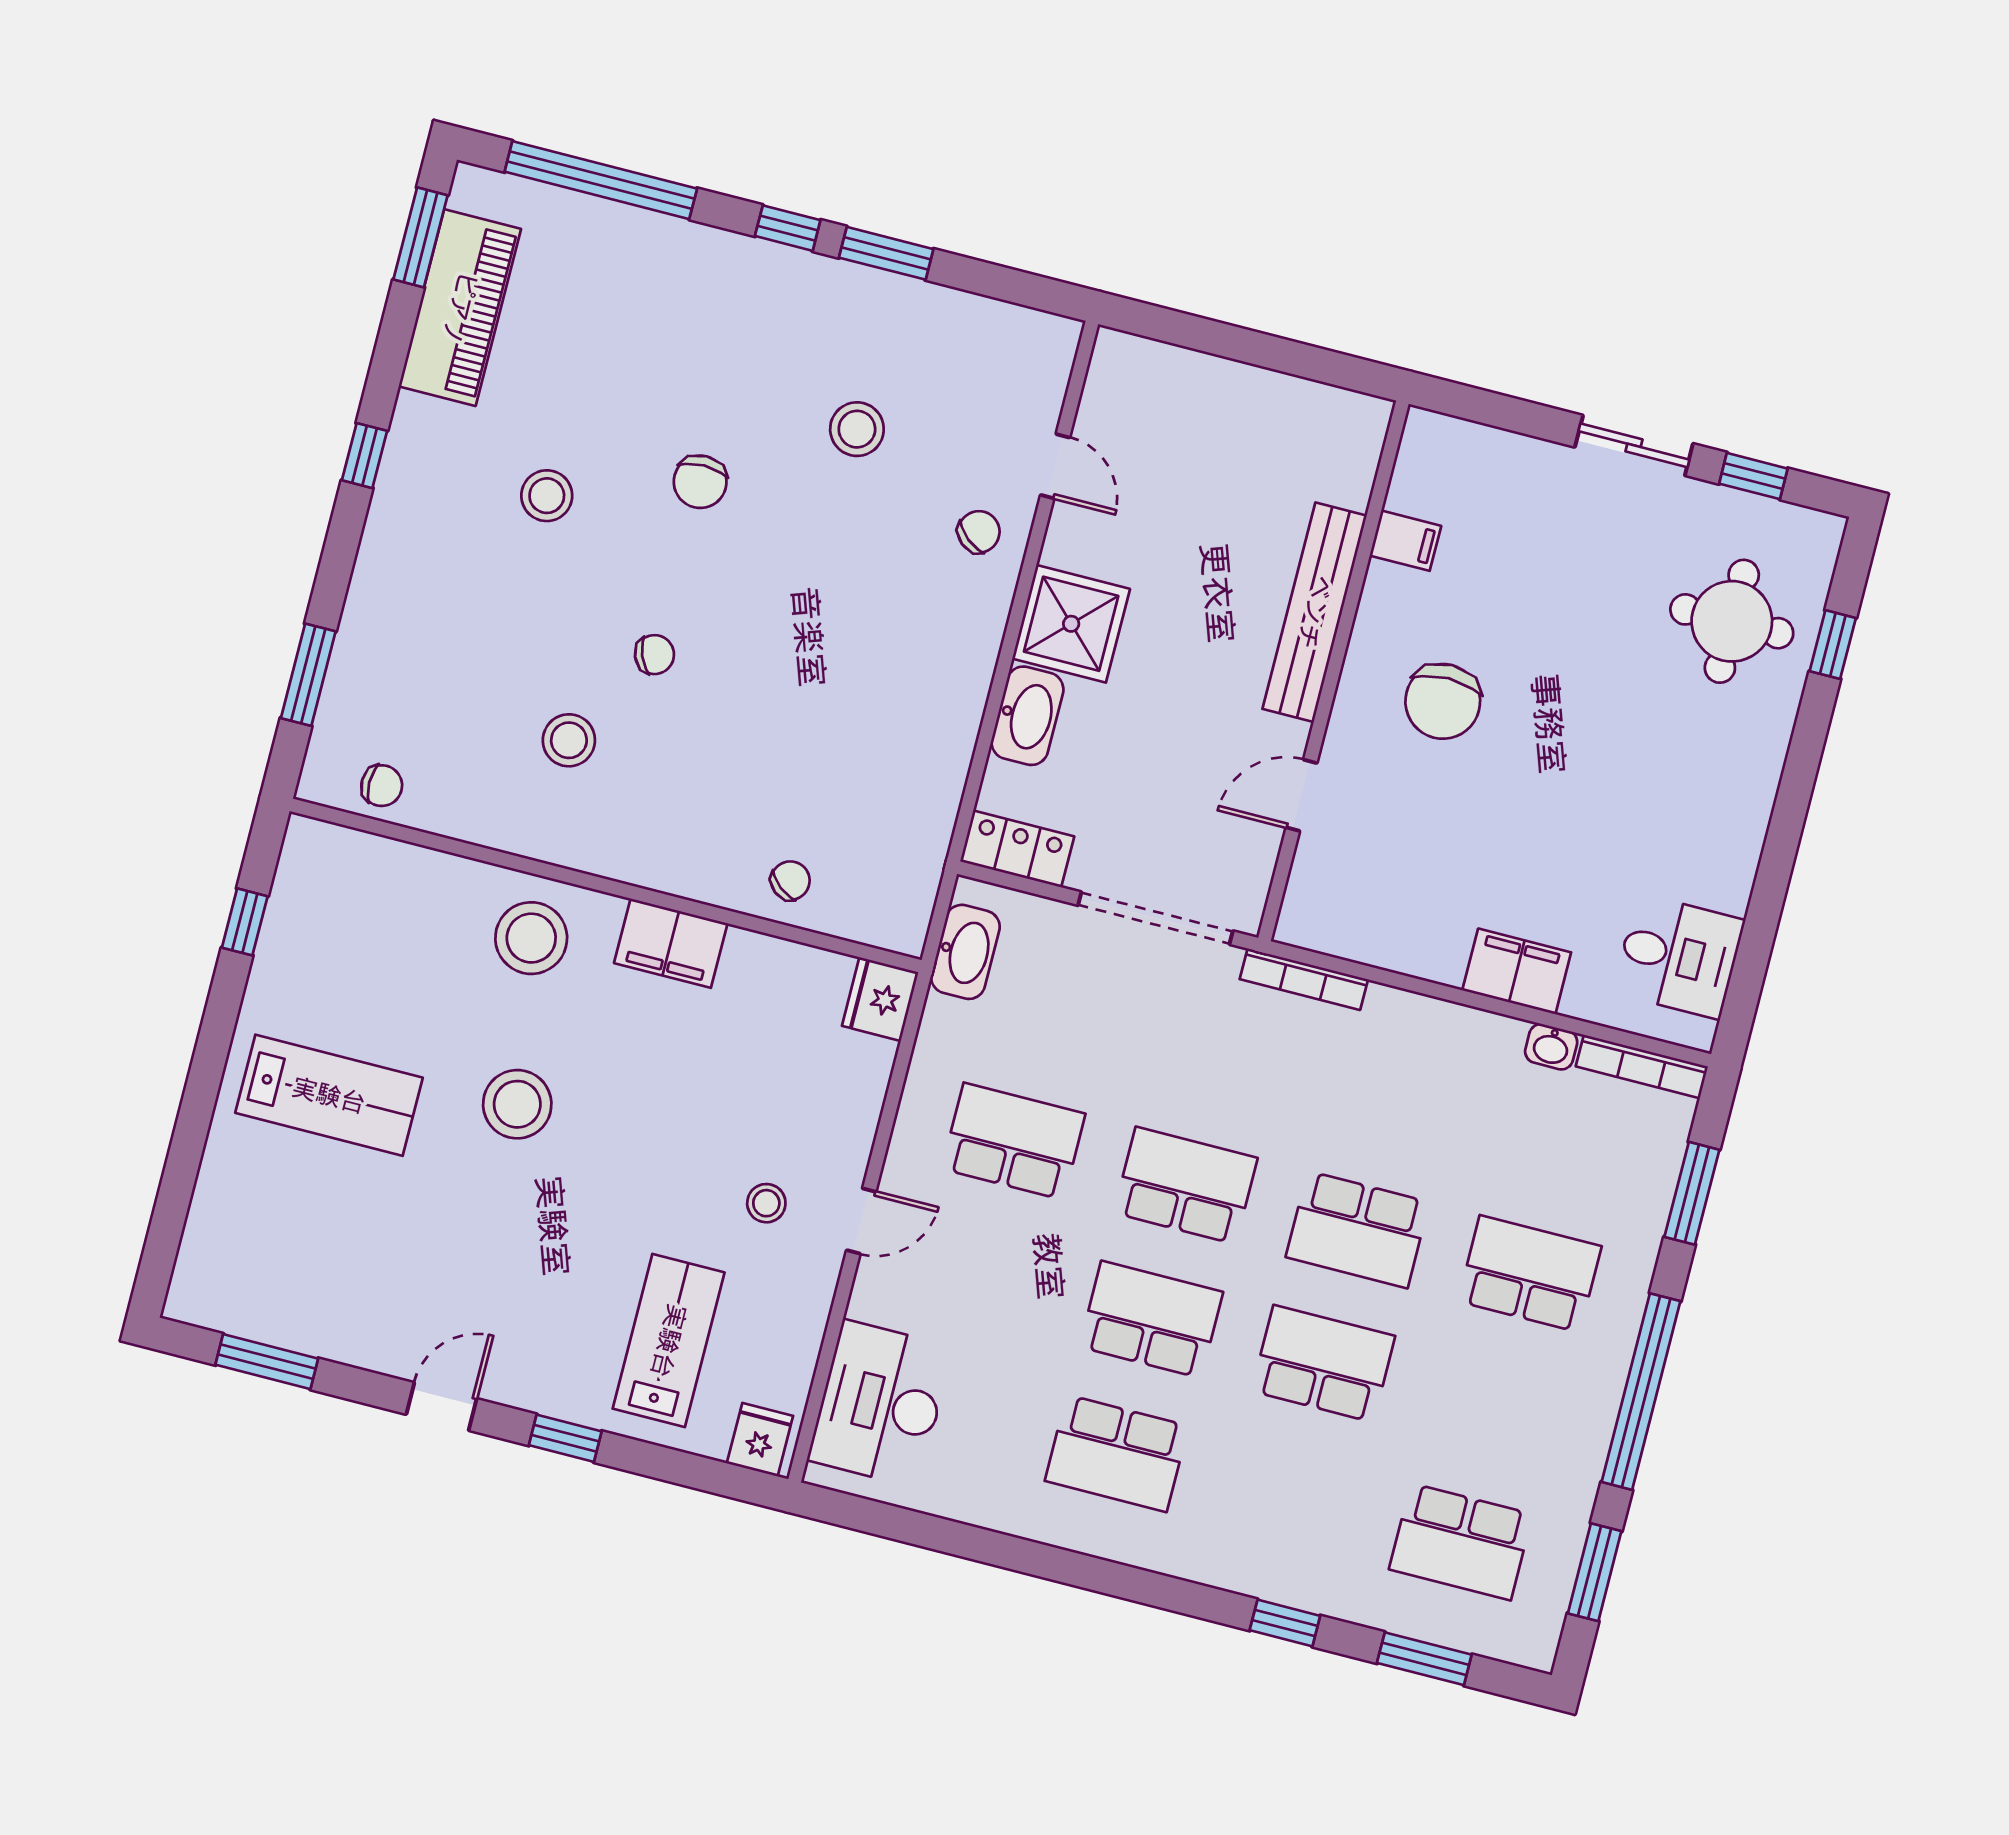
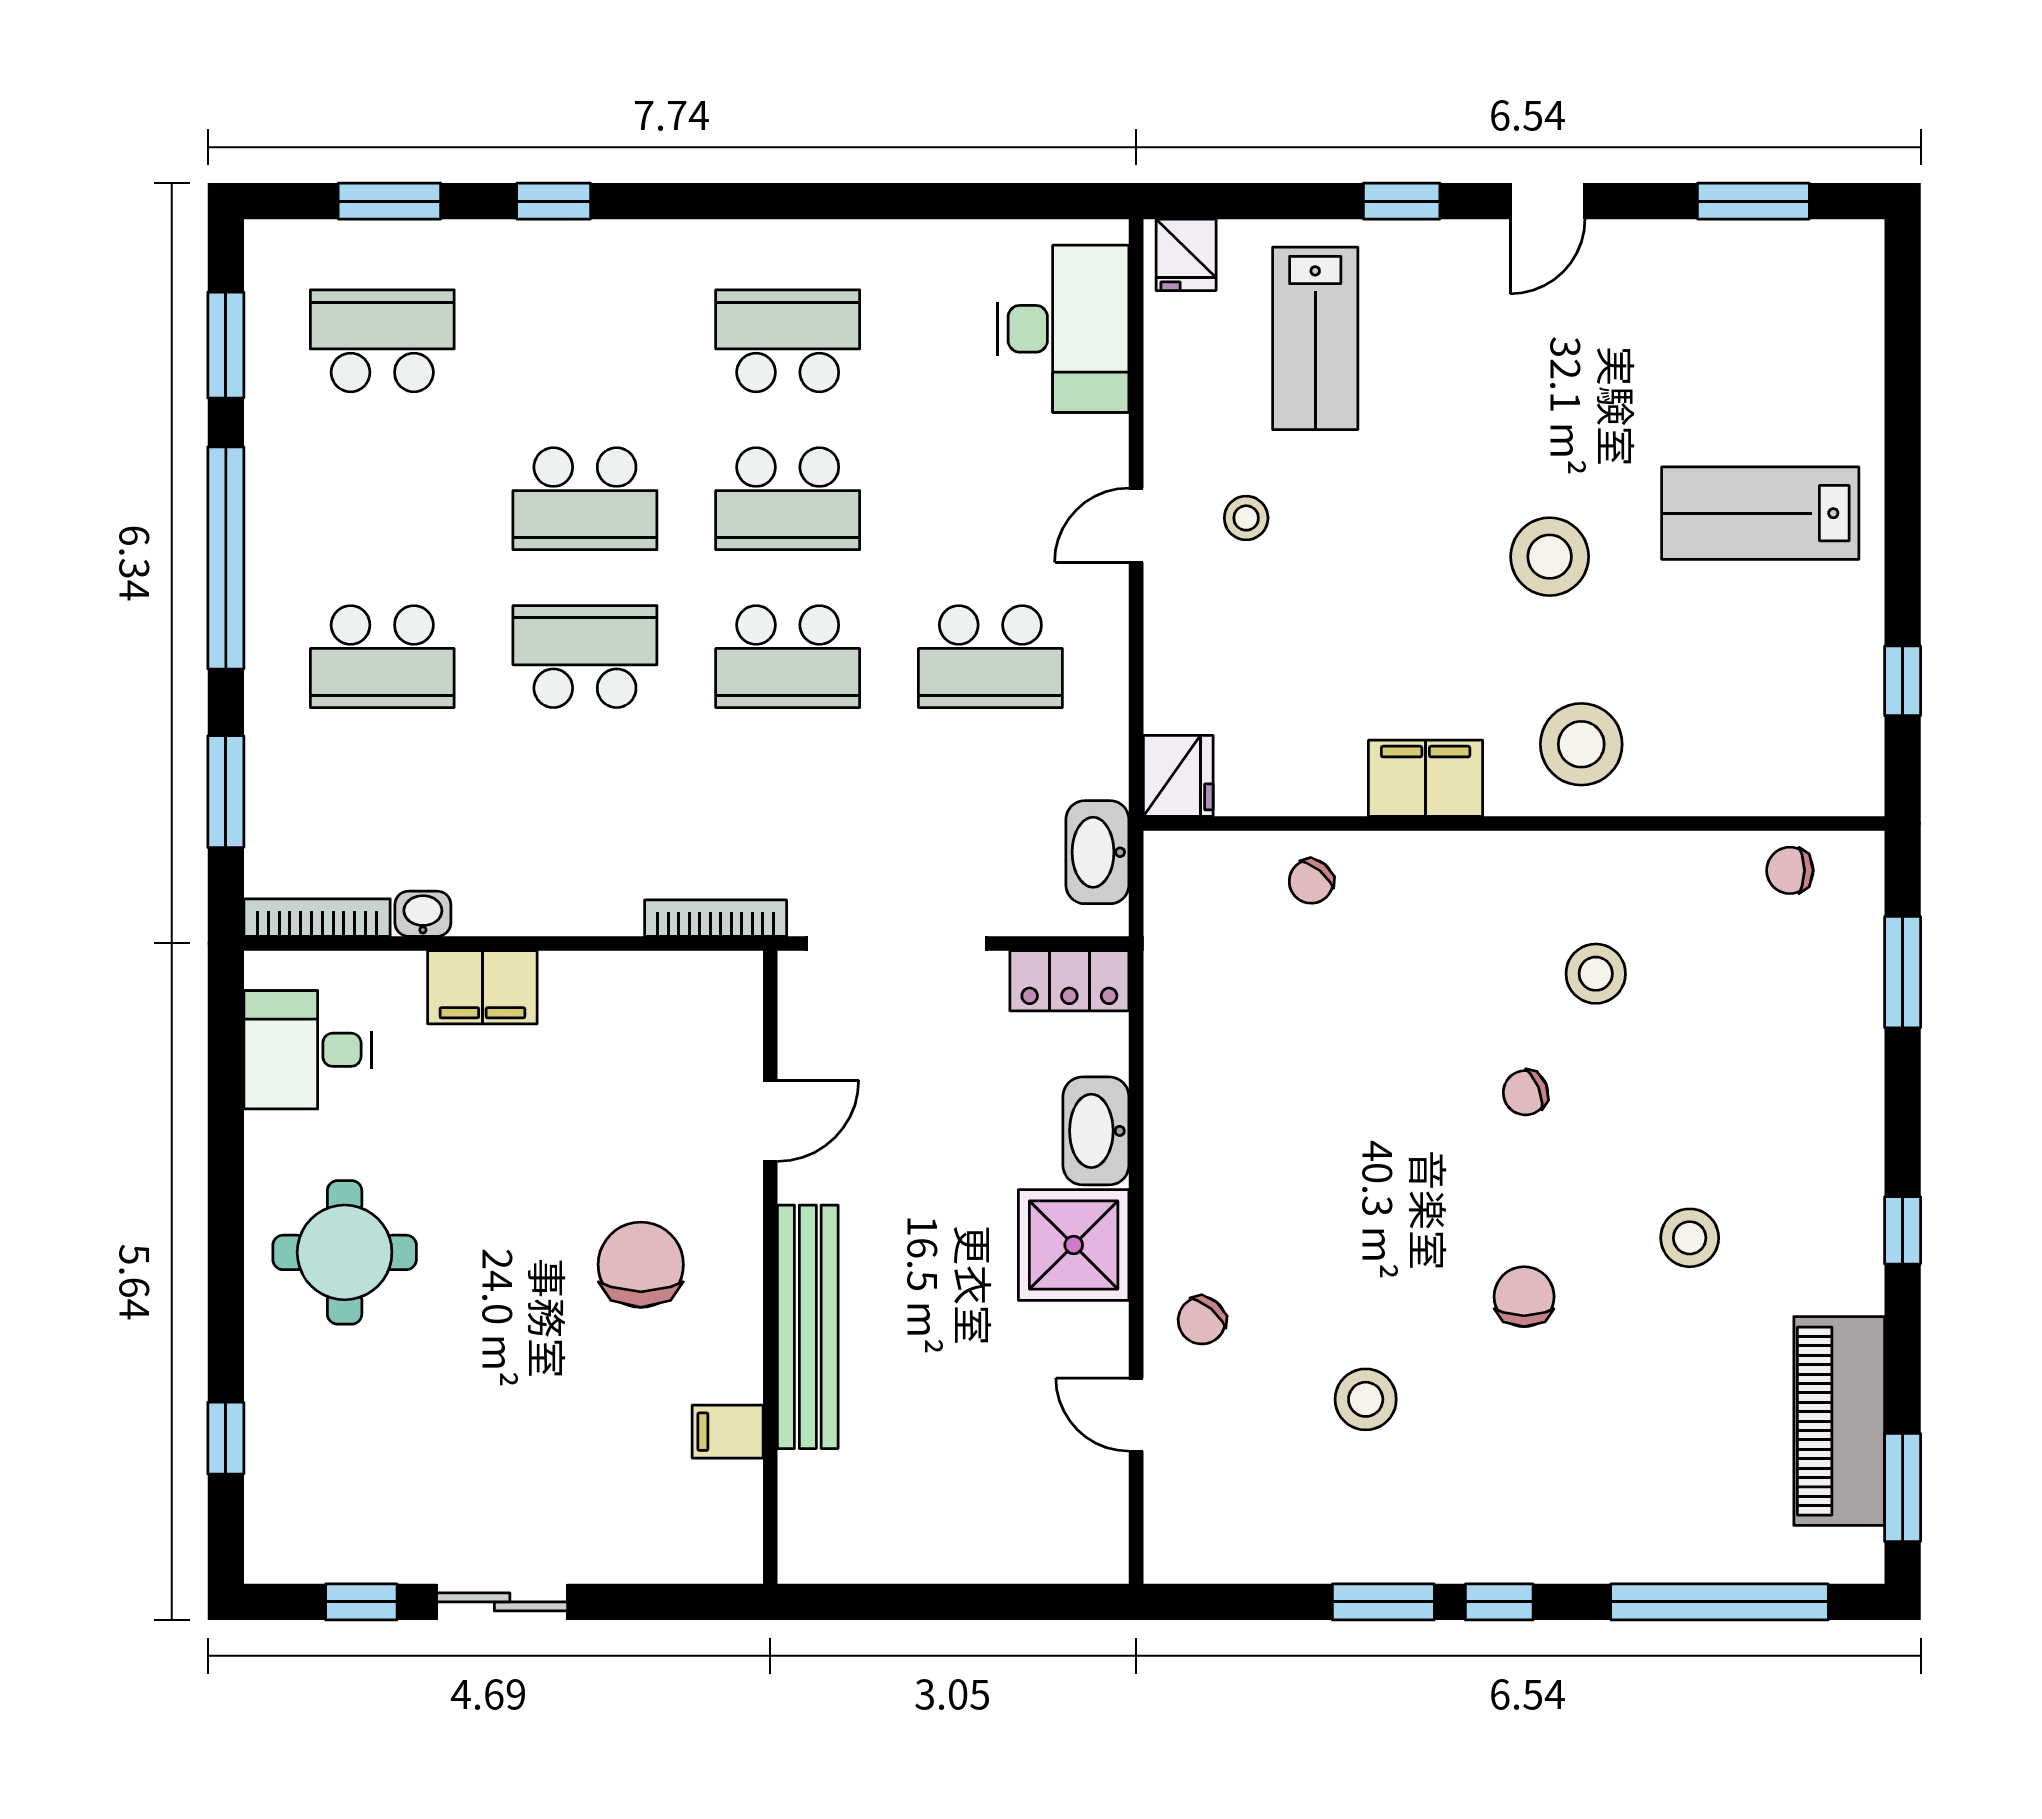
round table: (1732, 621) -> (345, 1252), moved

